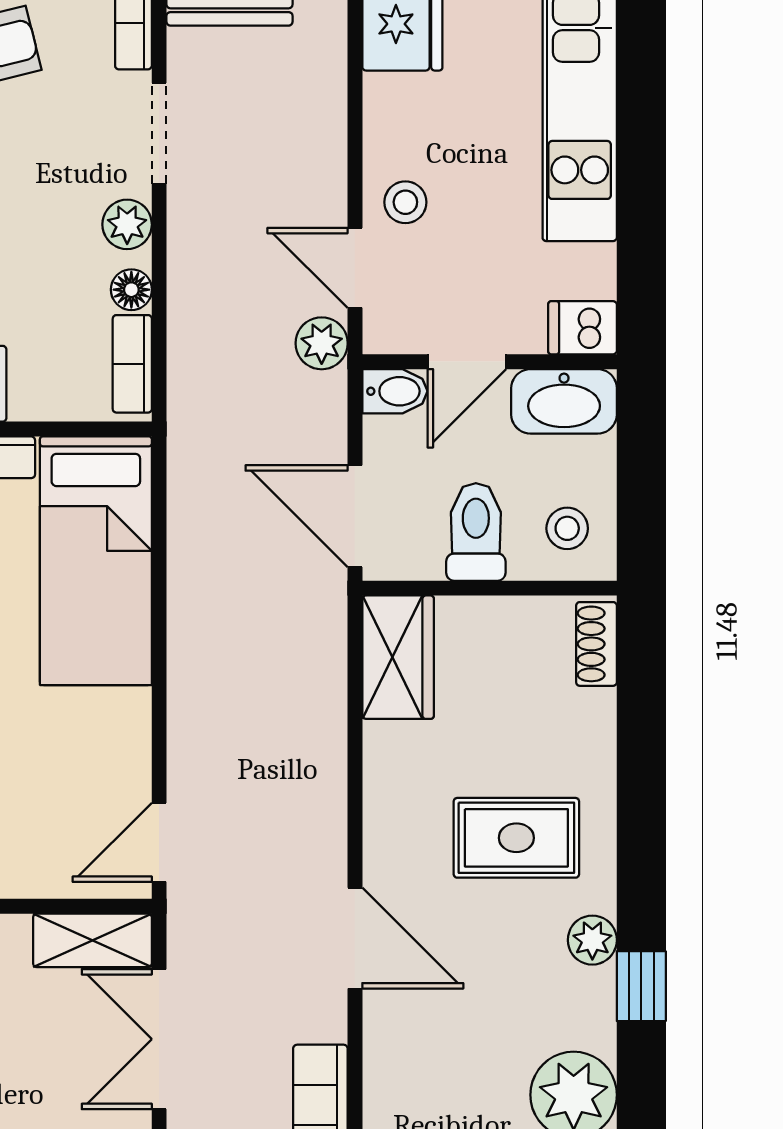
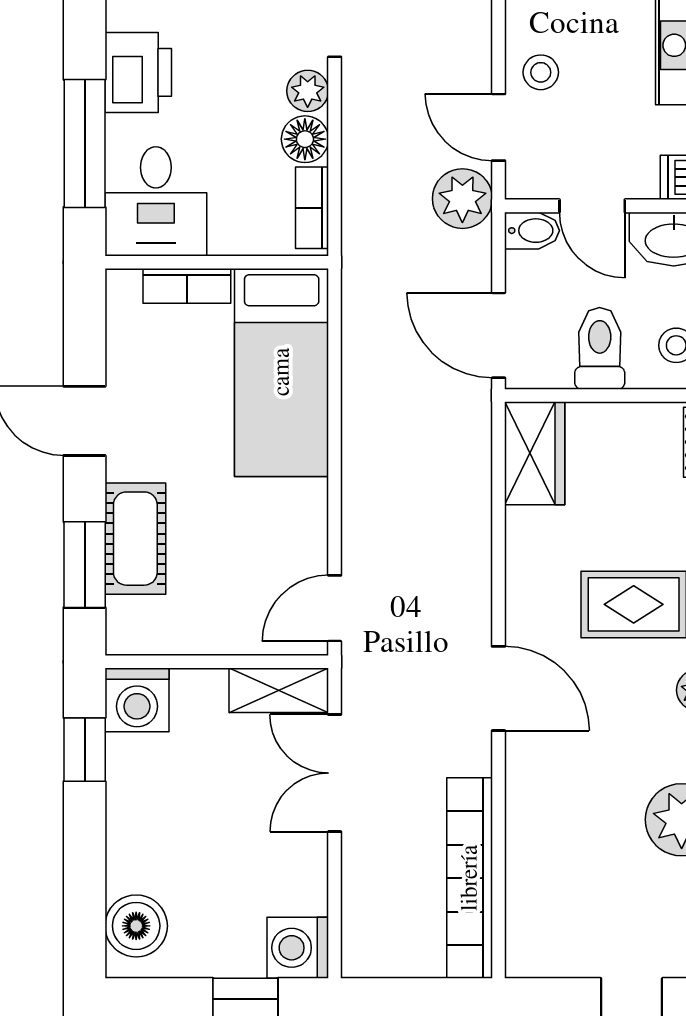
floor lamp: (131, 290) -> (305, 139), width x1.37, depth x1.37
plant: (322, 343) -> (462, 199), width x1.38, depth x1.38
door: (467, 362) -> (592, 206), hinge flipped

